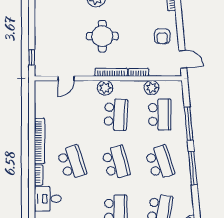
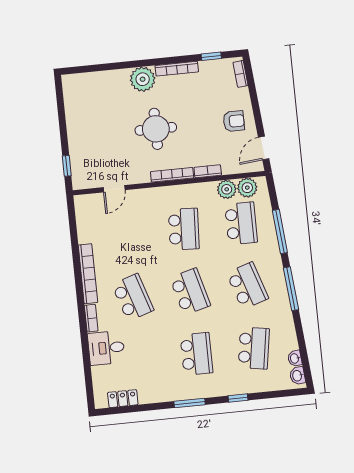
armchair: (162, 36) -> (234, 121), turned -90
door: (183, 59) -> (264, 148), swing flipped
plant: (105, 88) -> (247, 188), moved

